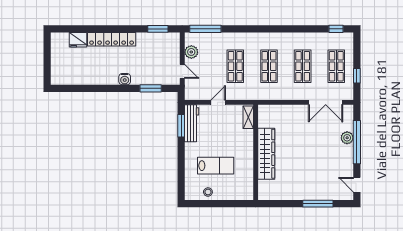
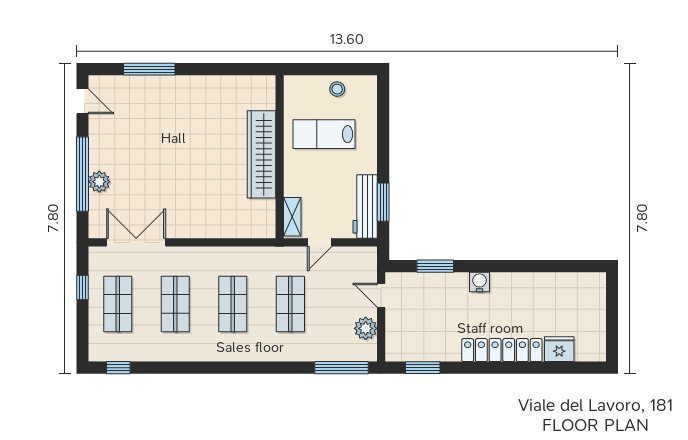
shelving: (248, 117) -> (292, 217), moved
wall: (256, 152) -> (280, 157), moved
wardrobe: (266, 154) -> (261, 154), moved

